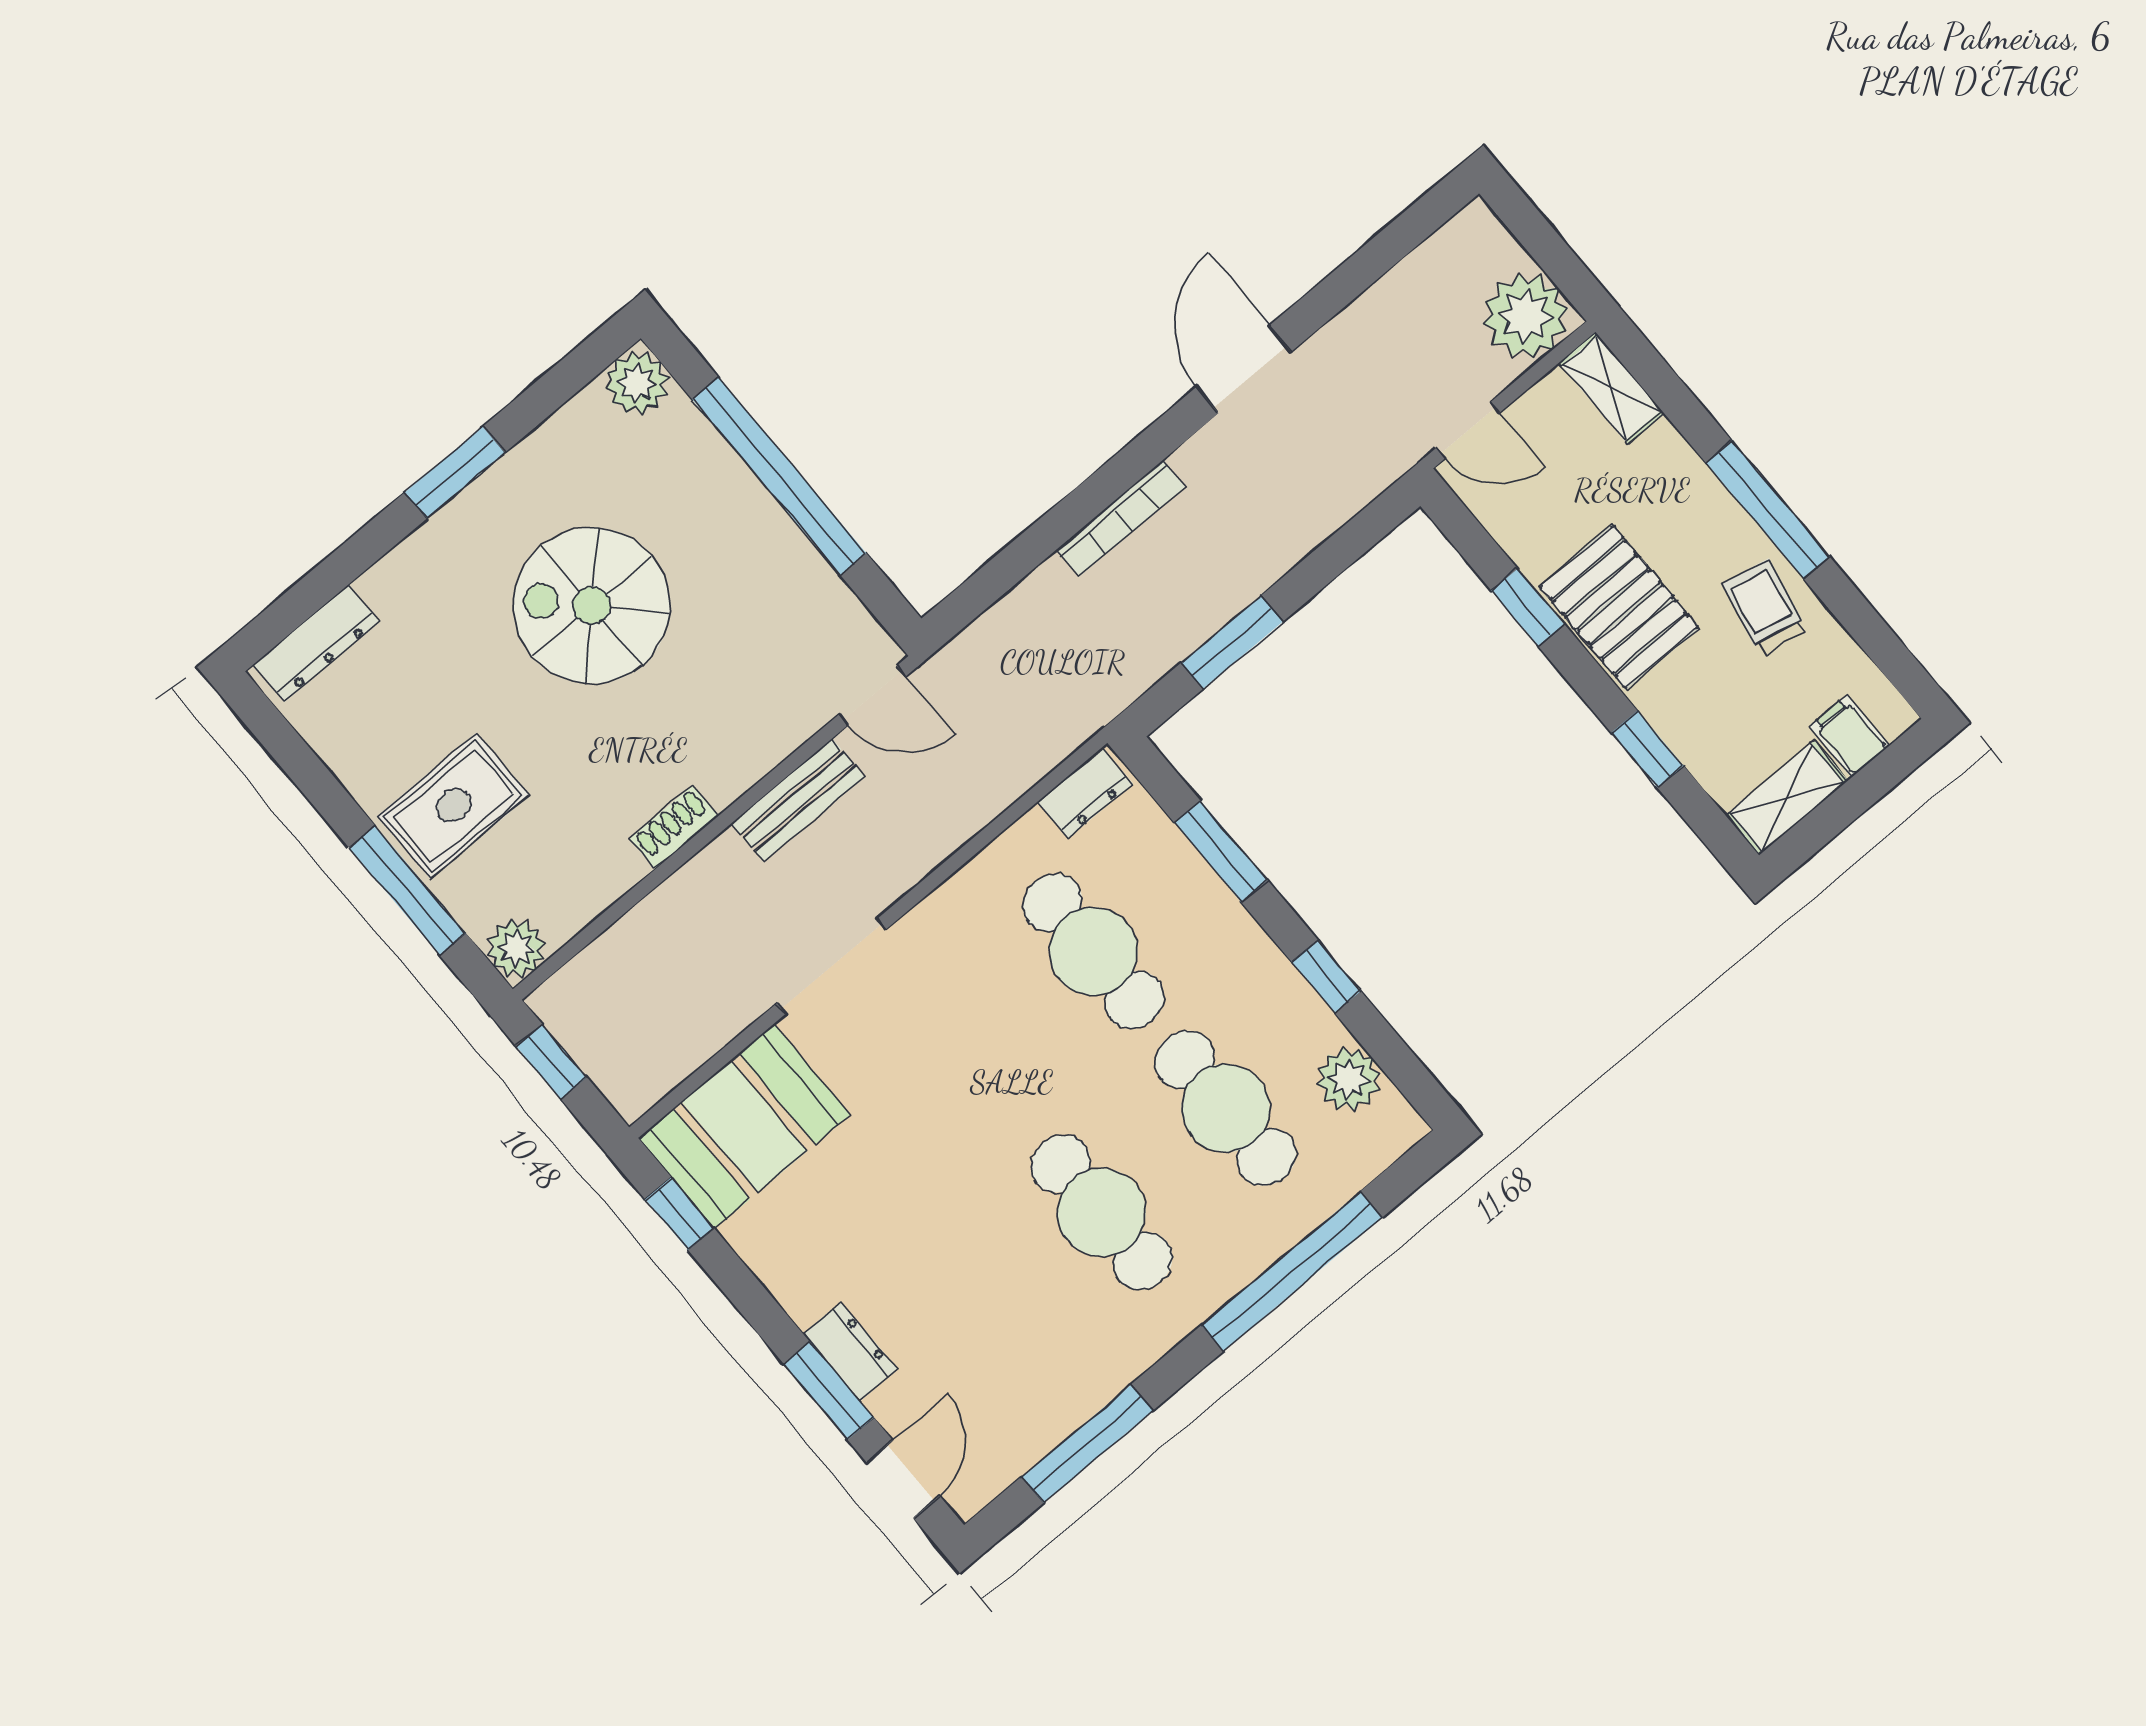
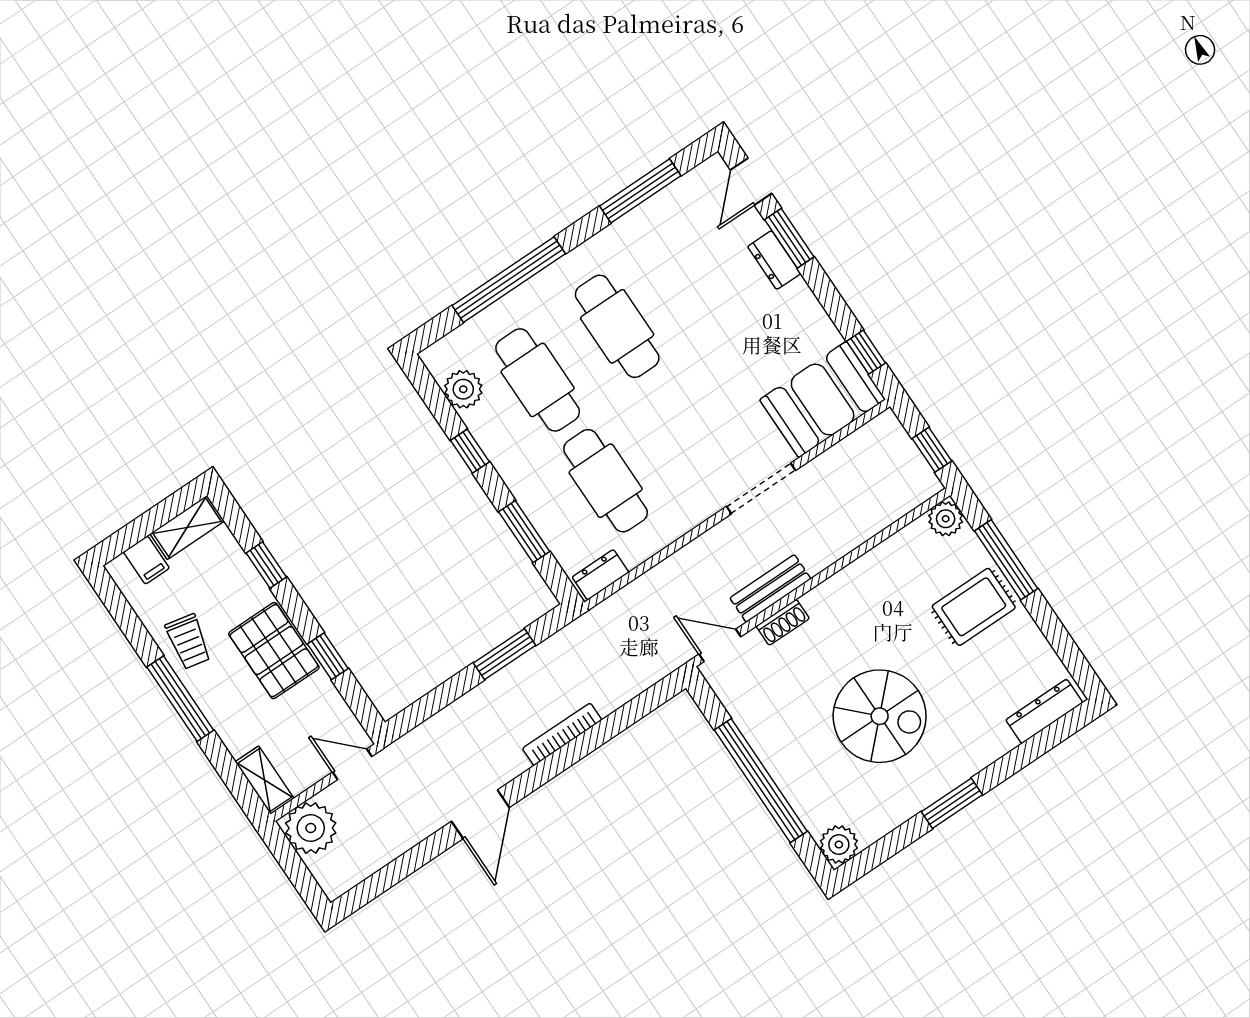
shoe rack: (674, 827) -> (783, 622), moved

